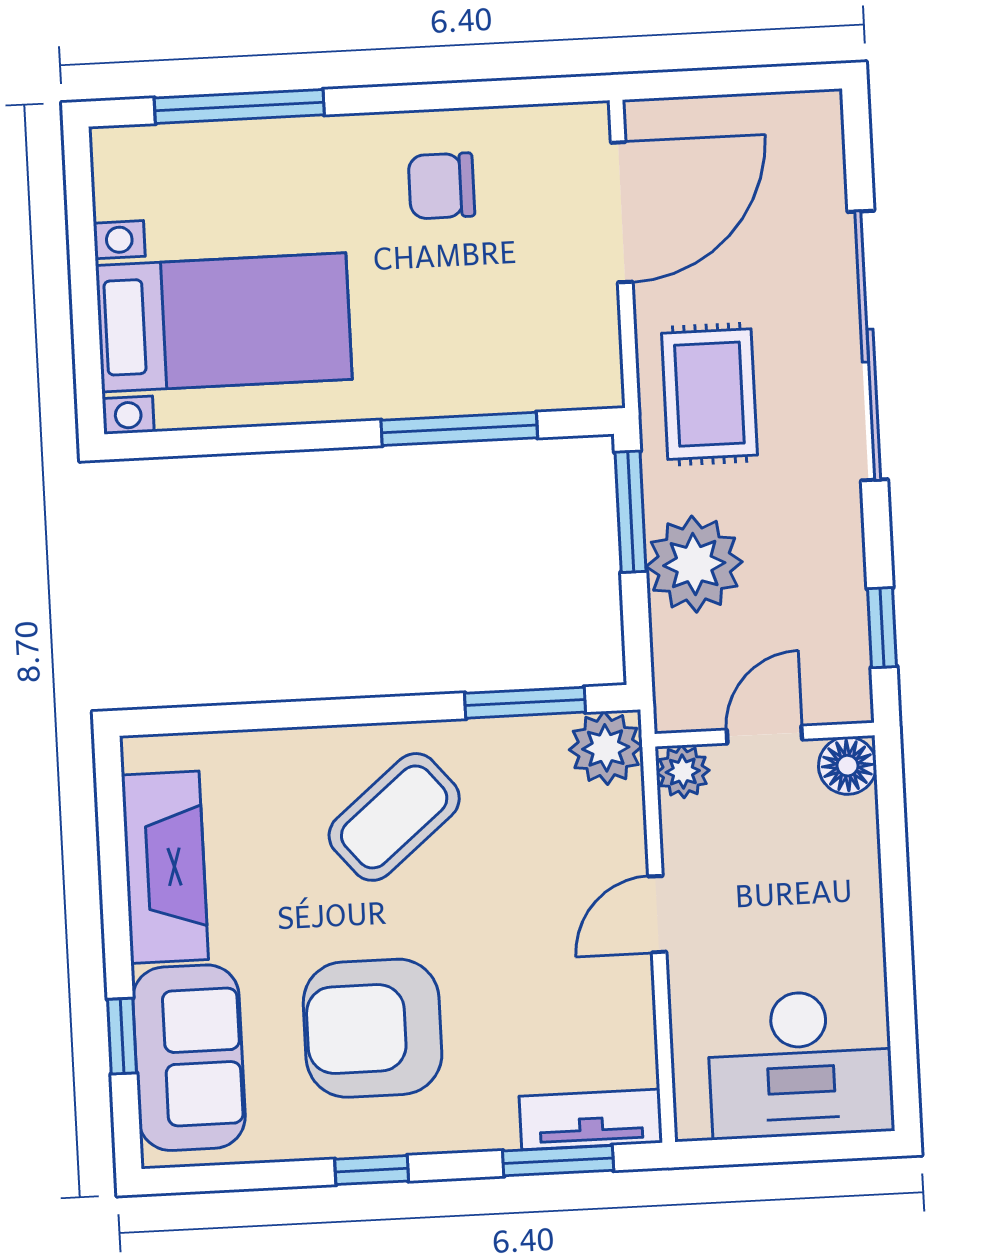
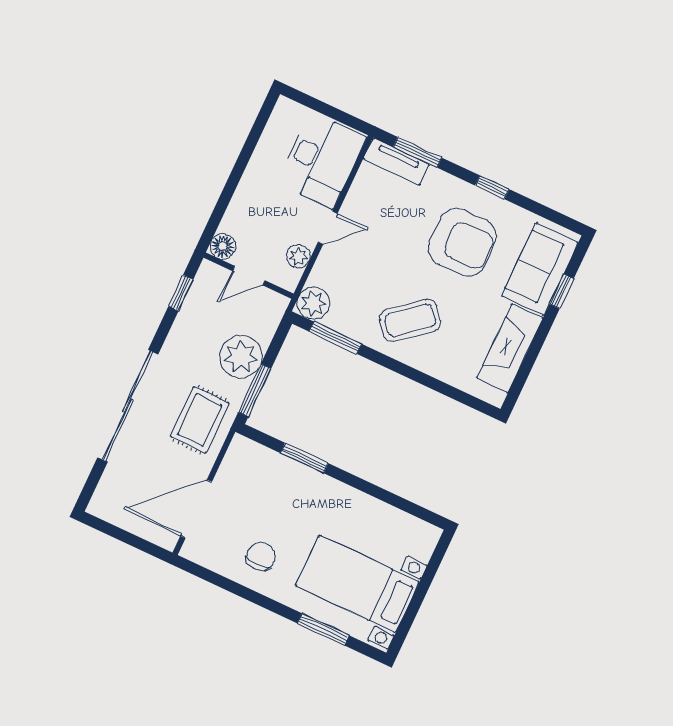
window: (239, 106) -> (323, 629), width x0.69
chair: (441, 186) -> (261, 557), turned -90
bed with nightstands: (224, 322) -> (357, 584), moved
window: (459, 429) -> (304, 458), width x0.69
plant: (683, 772) -> (298, 256), moved
desk: (800, 1064) -> (322, 160), moved, turned 90

